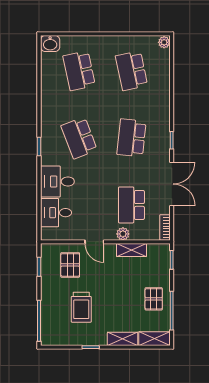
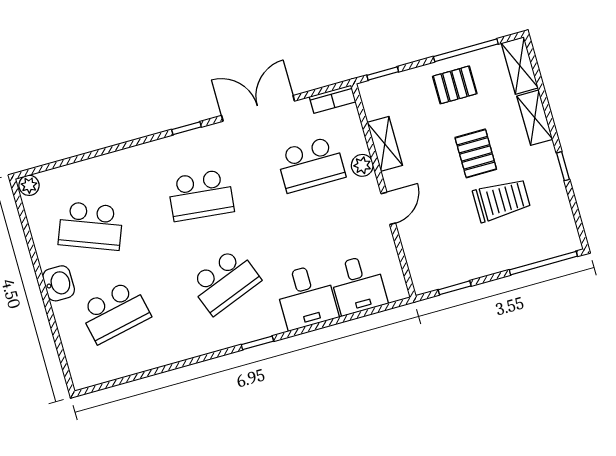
washbasin: (50, 44) -> (59, 283), moved
school desk: (131, 71) -> (91, 226), turned 33
pallet: (70, 265) -> (476, 153), moved, turned 90

